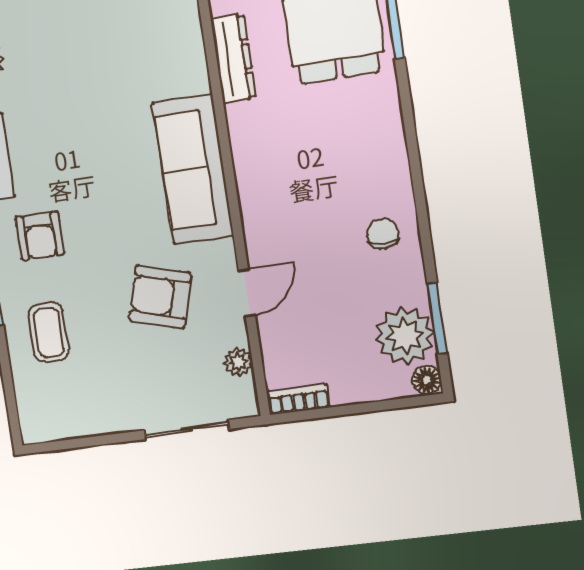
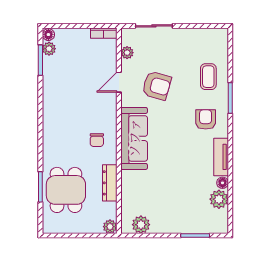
chair: (383, 234) -> (97, 140), moved
plant: (405, 336) -> (49, 49), width x0.53, depth x0.53

